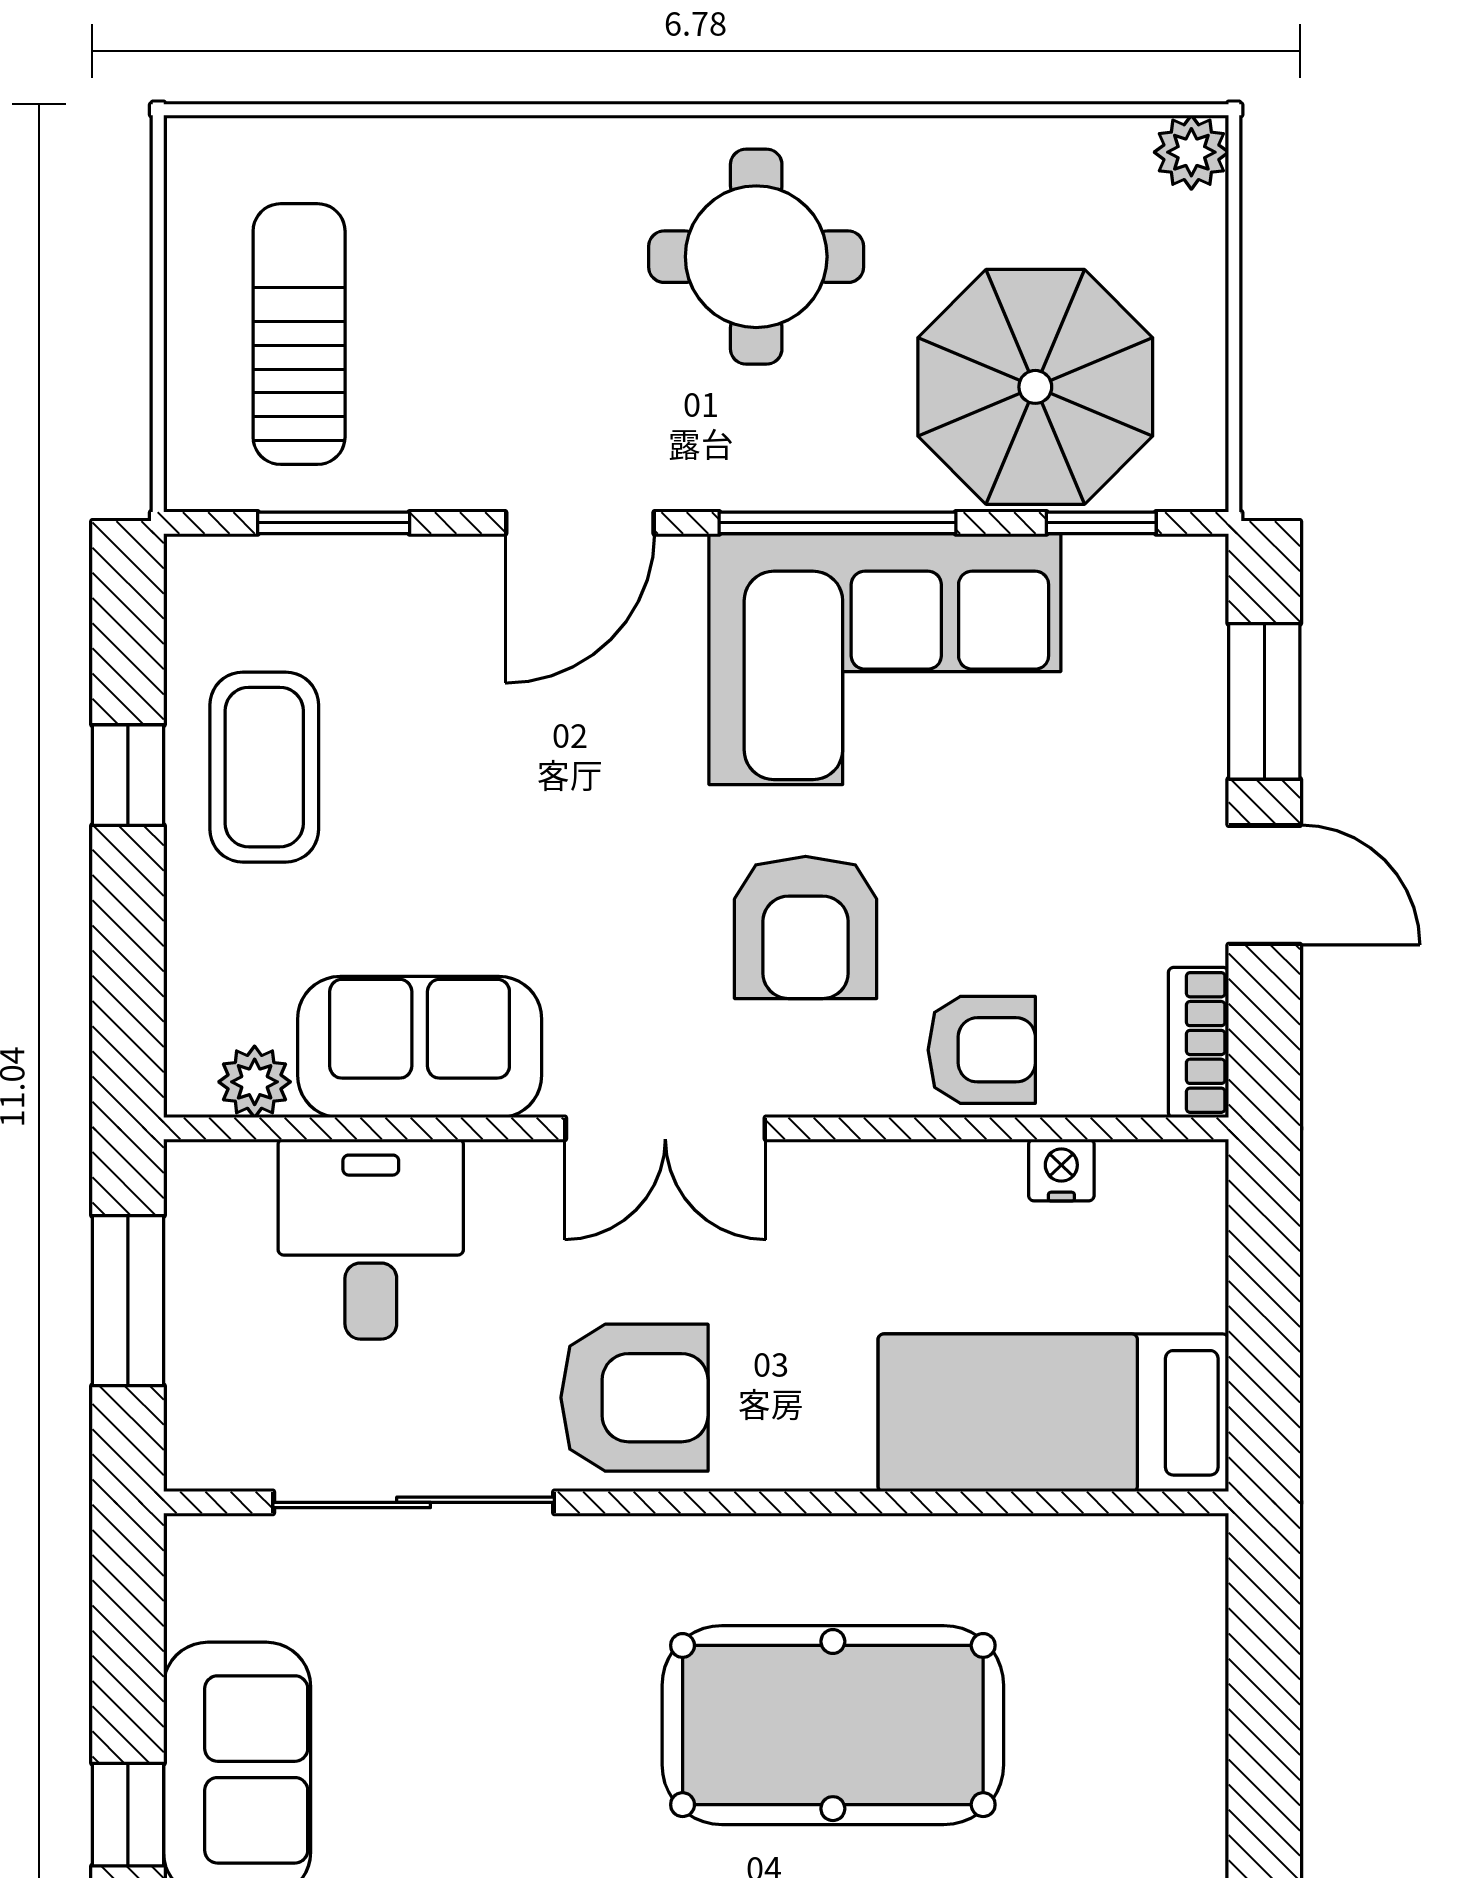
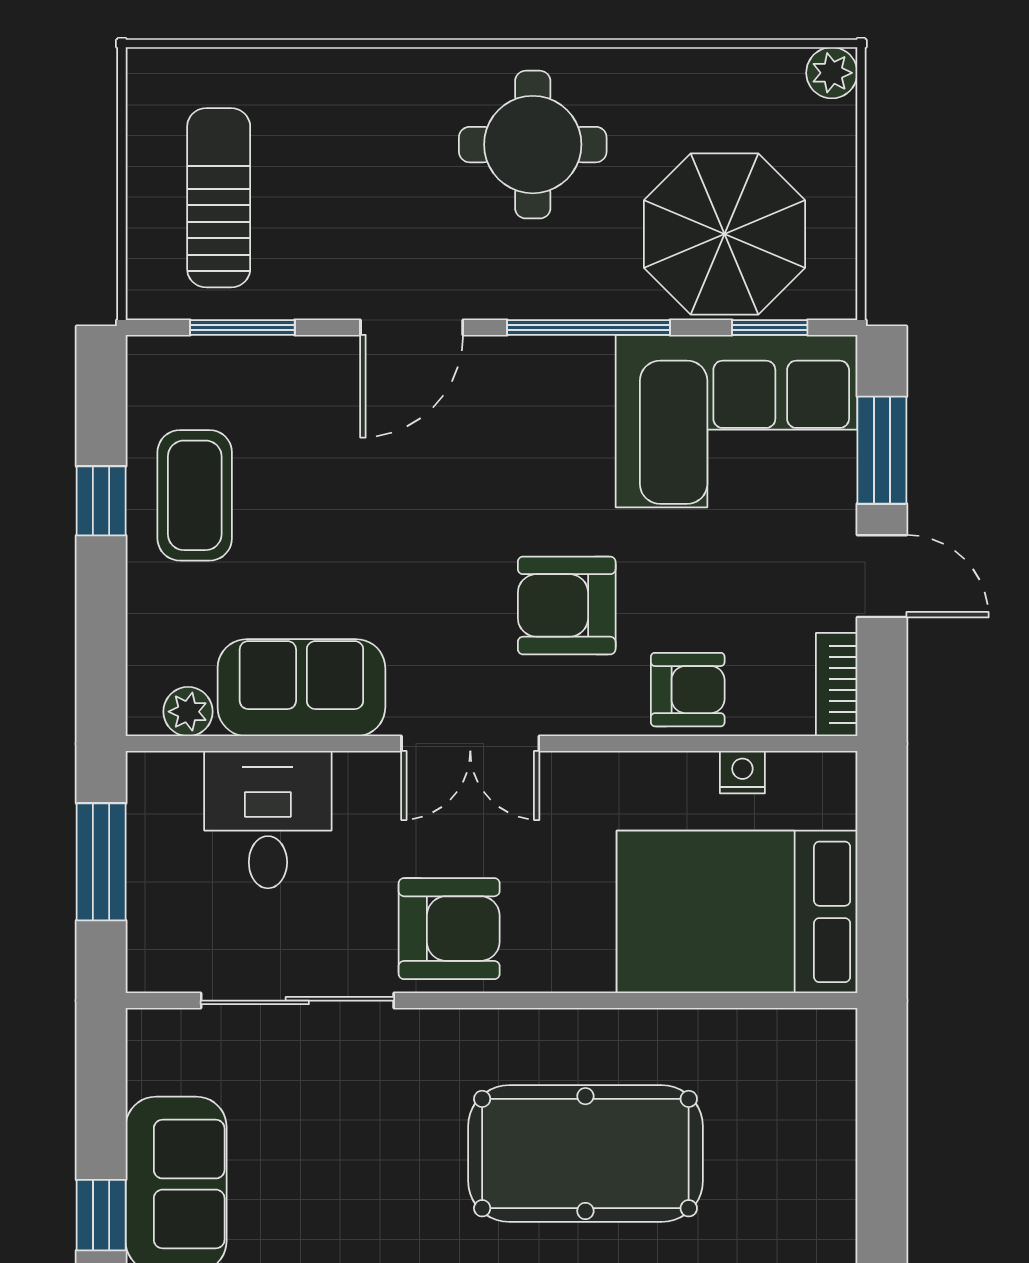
corner sofa: (885, 659) -> (736, 421), moved
armchair: (806, 927) -> (567, 605), turned 90
bed: (1053, 1413) -> (737, 912), width x1.50

